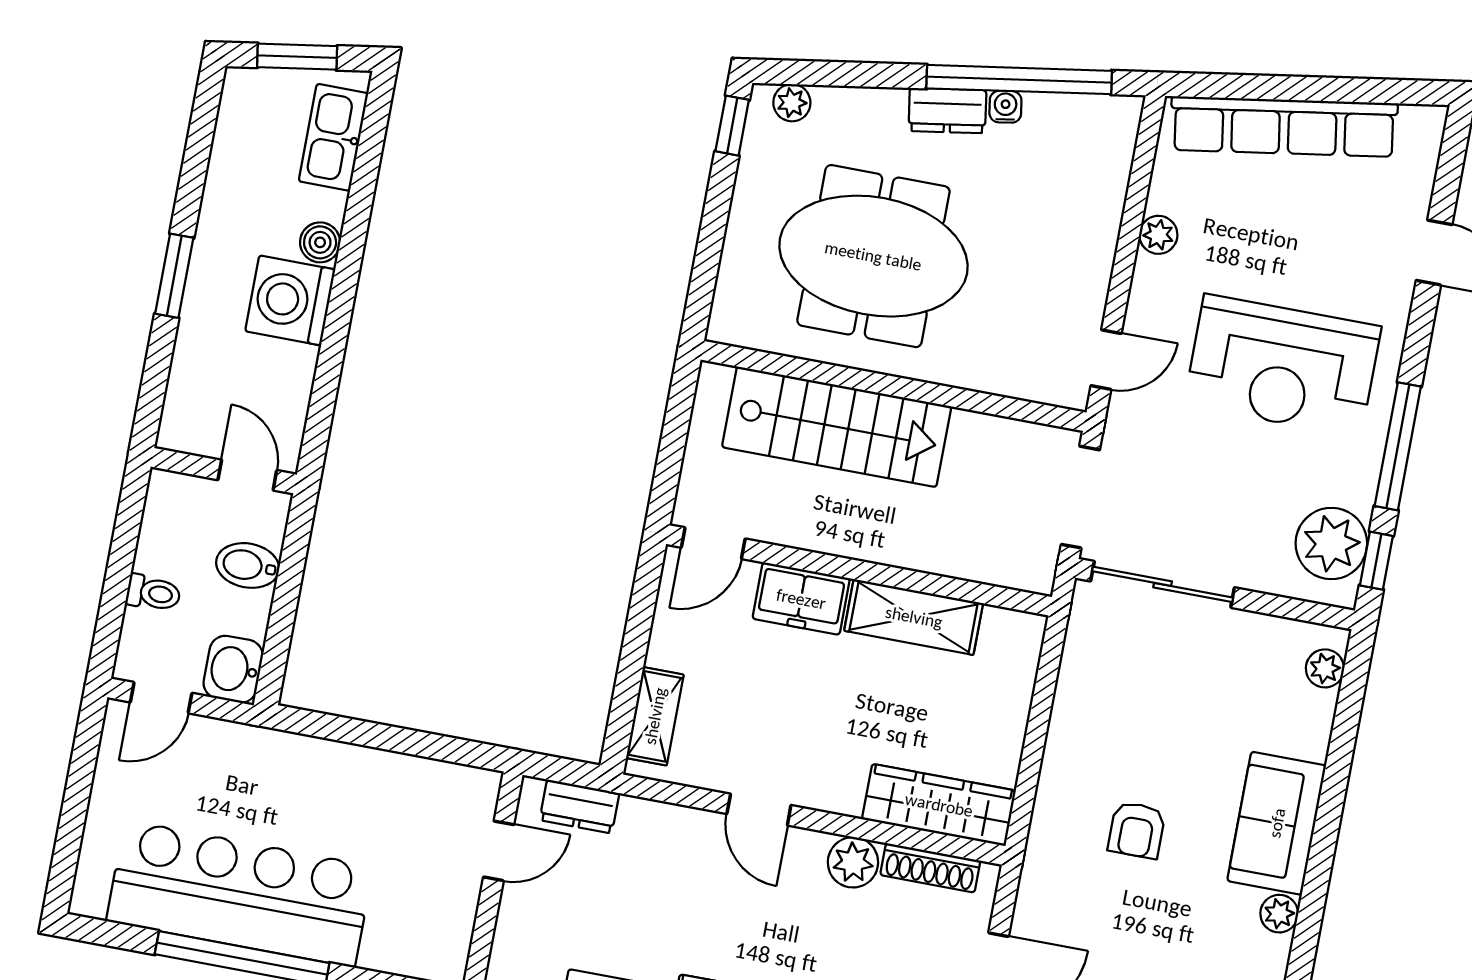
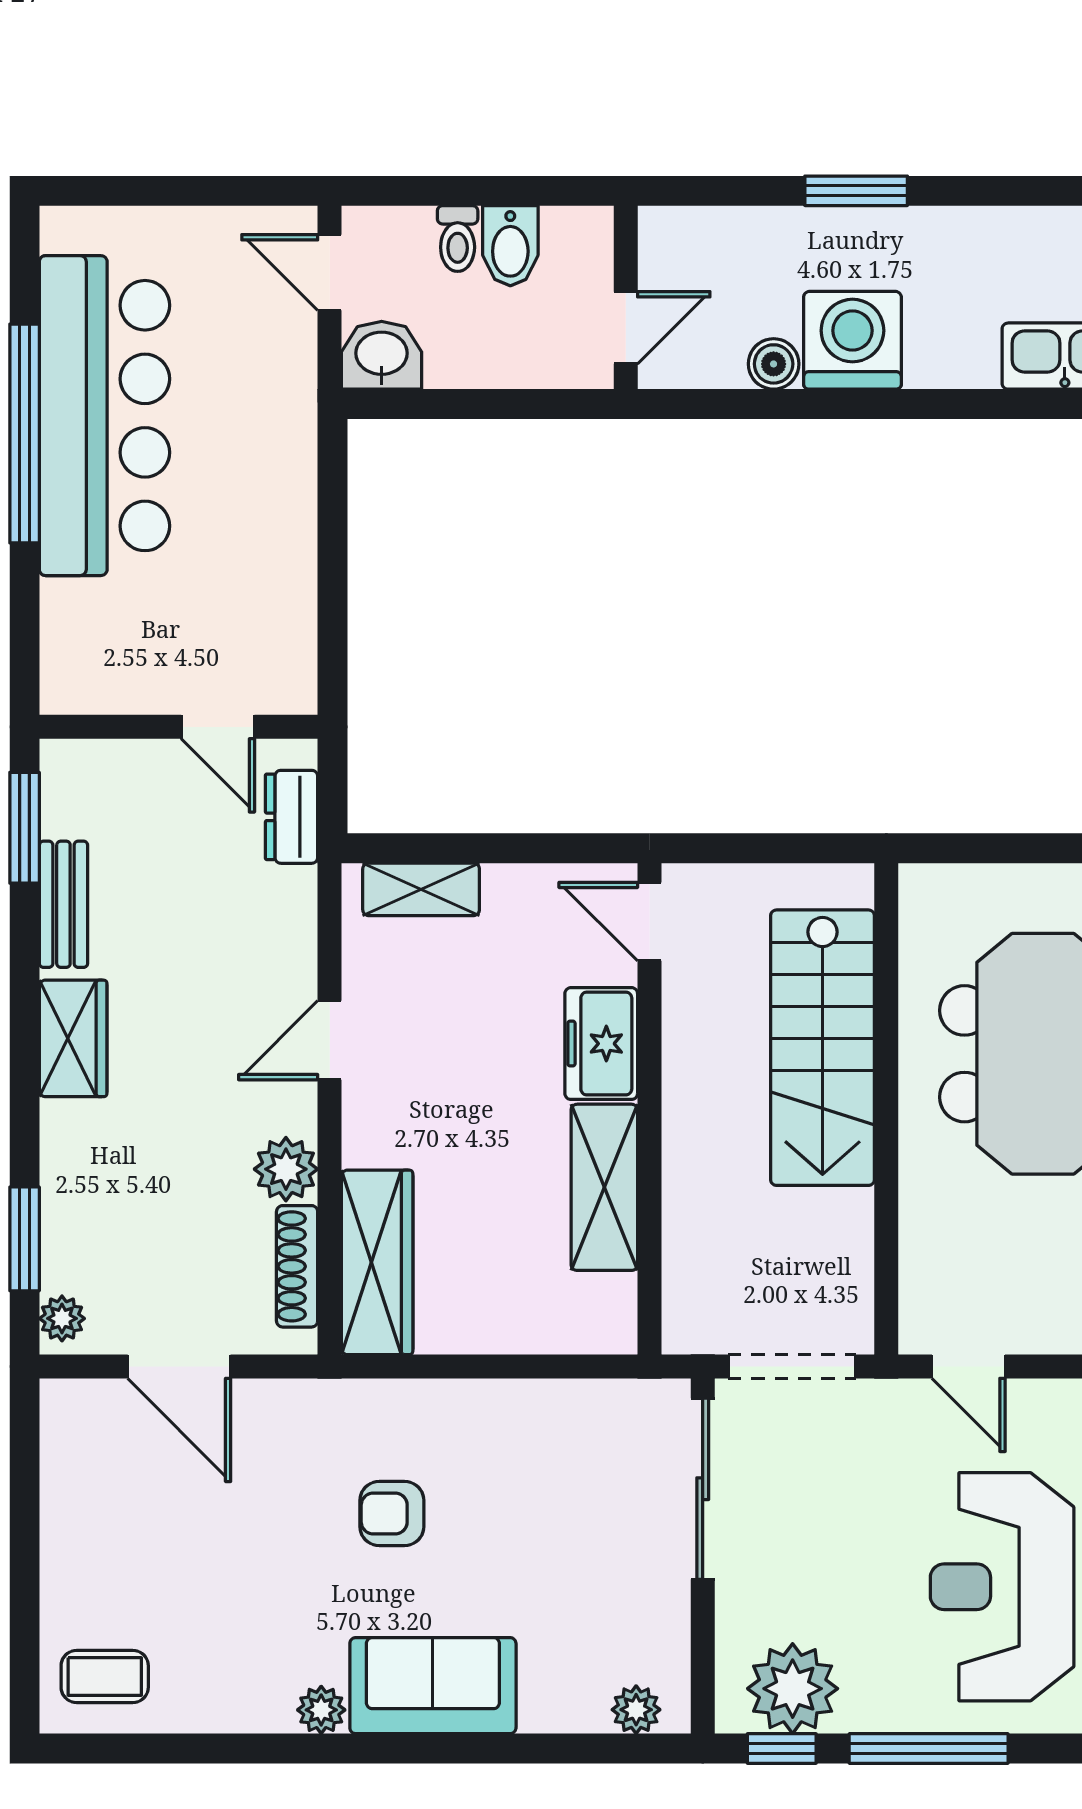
boiler: (320, 242) -> (774, 364), moved
bidet: (248, 565) -> (510, 246), moved, turned 180

